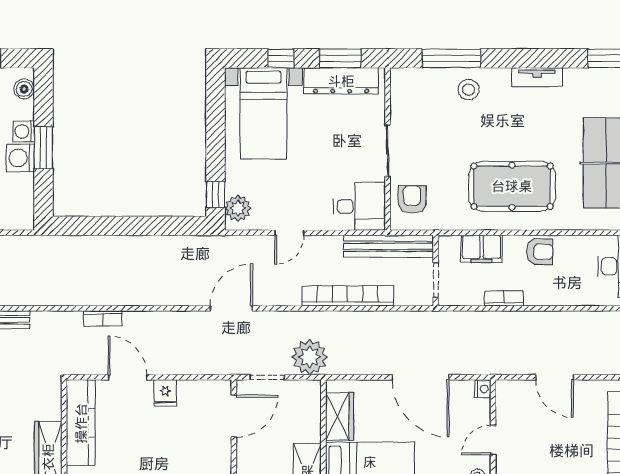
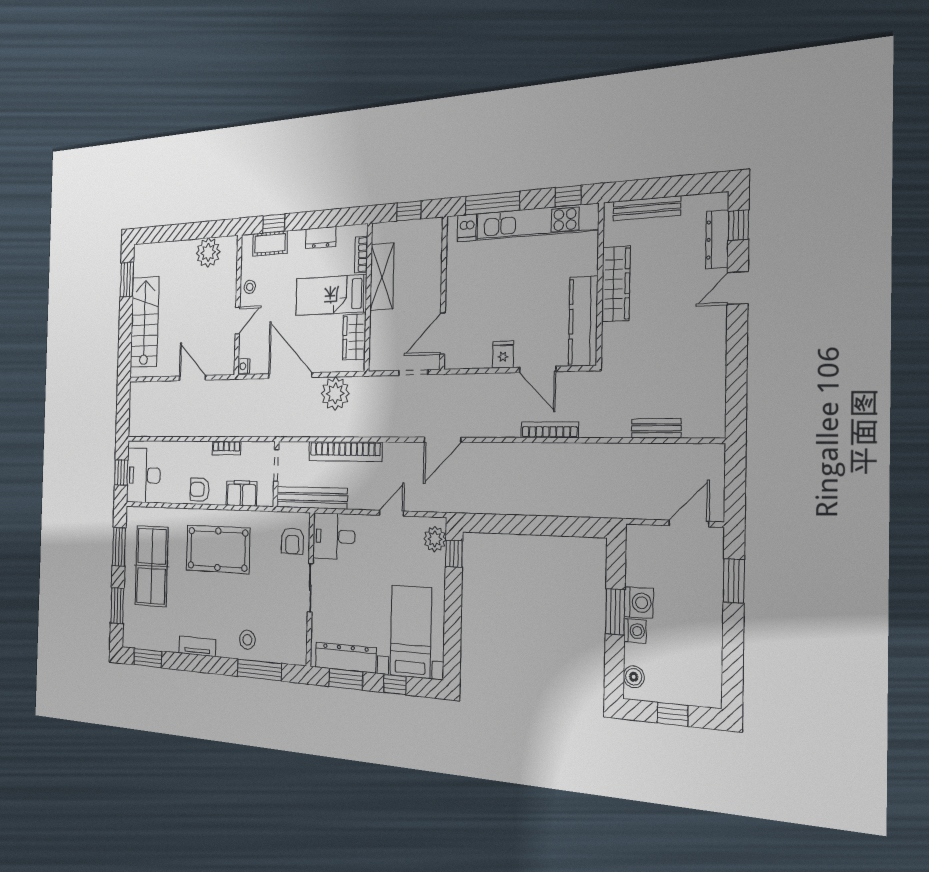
bookcase: (103, 318) -> (550, 430), width x1.56
plant: (310, 357) -> (335, 393), moved

